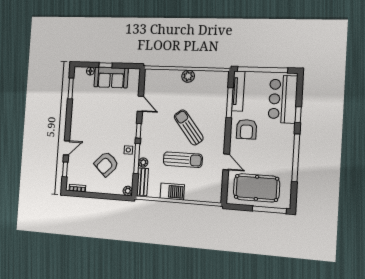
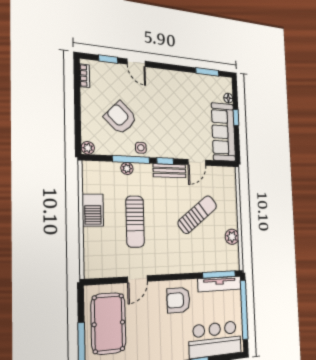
plant: (188, 76) -> (232, 237), moved
sofa: (111, 78) -> (223, 132), width x1.36
window: (230, 103) -> (219, 274), moved
sun lounger: (189, 127) -> (197, 215), moved
bench: (142, 182) -> (170, 171), moved

